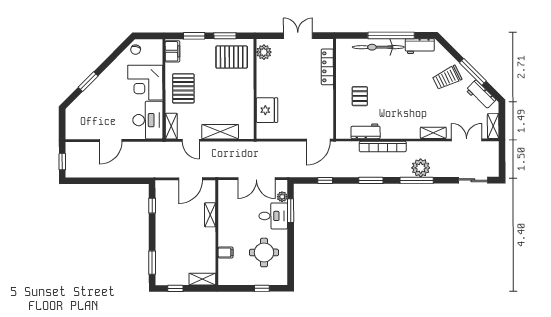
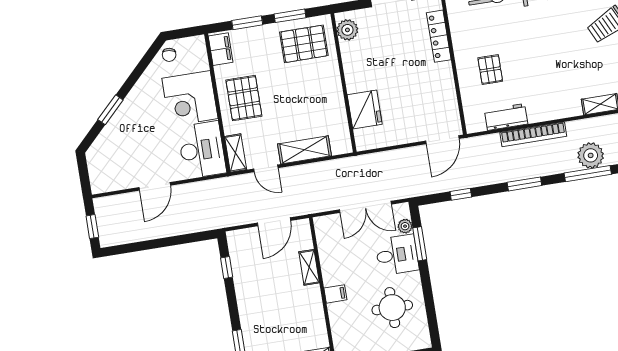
filing cabinet: (226, 252) -> (335, 294), moved

